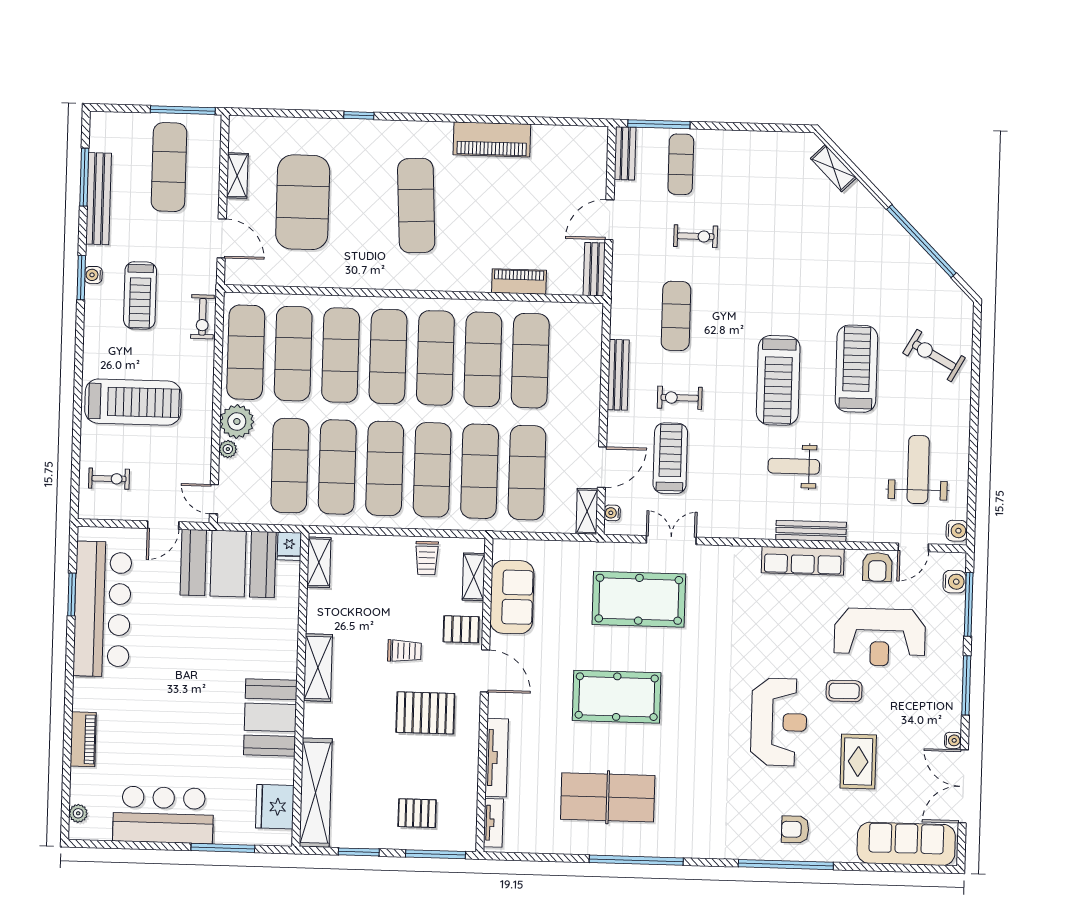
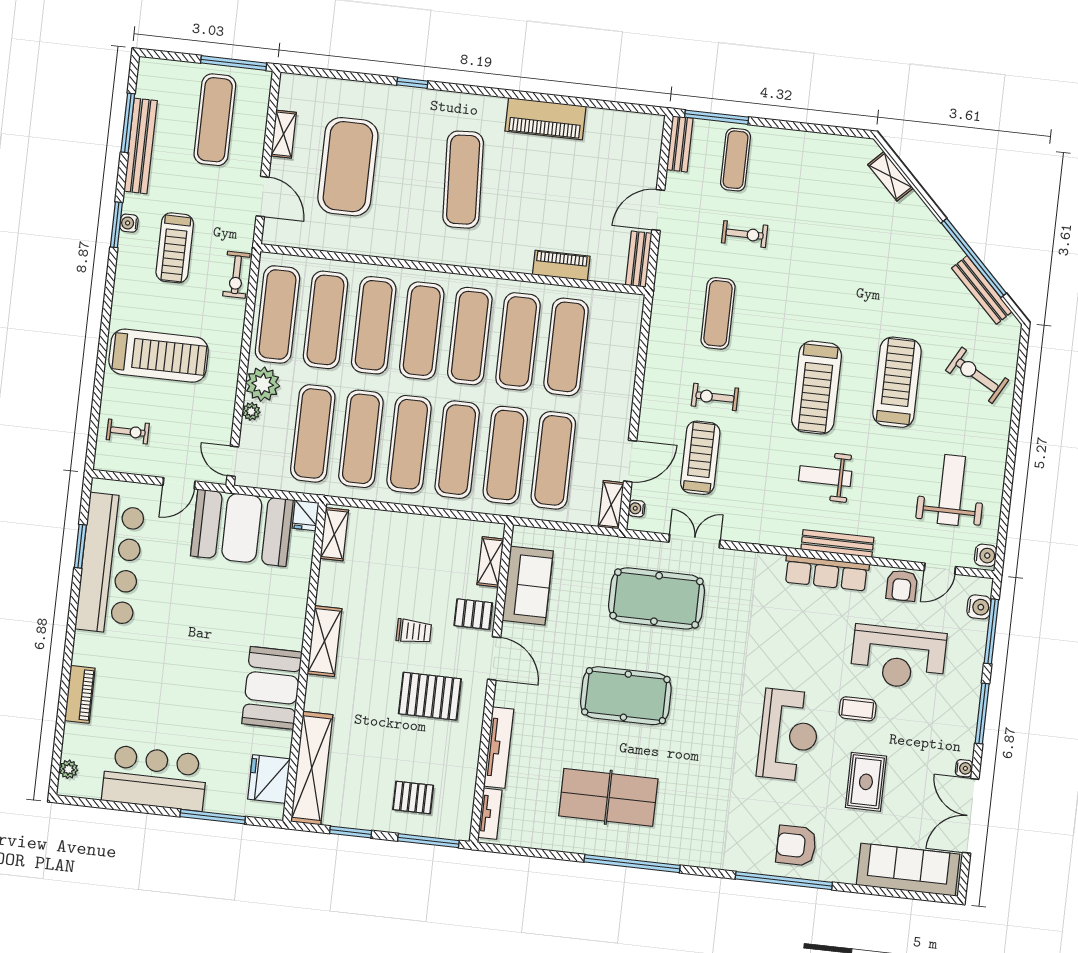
bench: (618, 375) -> (982, 290), moved, turned -45
trolley: (427, 558) -> (444, 539), removed
armchair: (795, 829) -> (796, 846), width x1.38, depth x1.38

